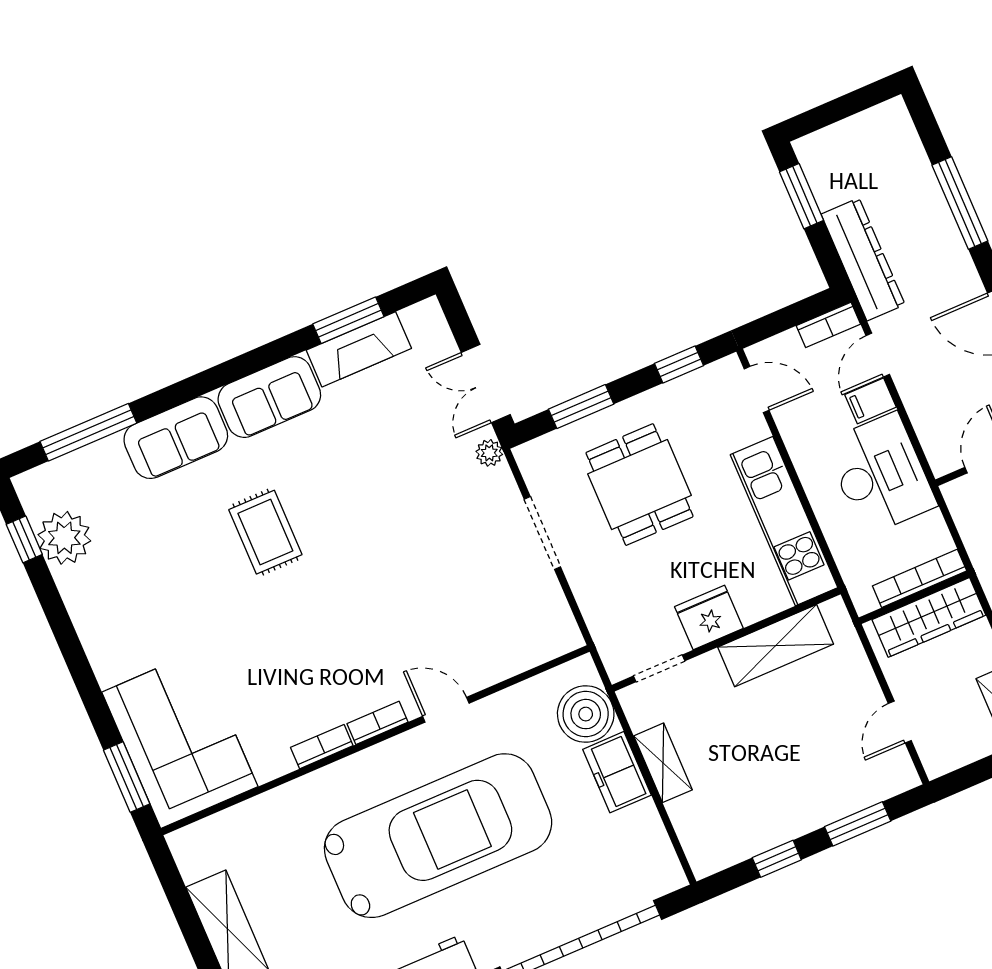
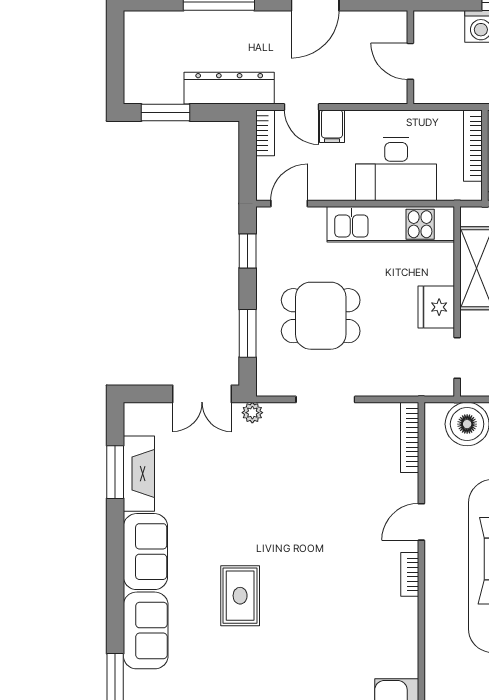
desk: (880, 474) -> (396, 169), moved, turned 180
rug: (265, 532) -> (240, 596), turned 90
bookcase: (322, 747) -> (410, 437), moved, width x1.56

